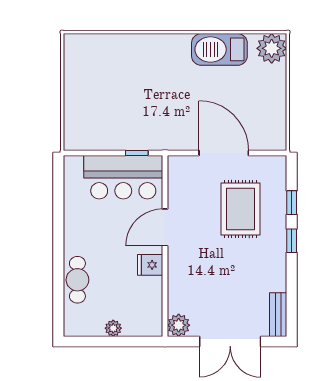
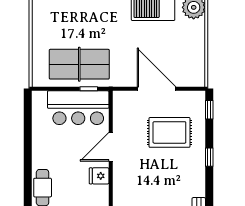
table tennis table: (125, 121) -> (79, 64), added
window: (292, 203) -> (209, 110), moved
rug: (240, 209) -> (169, 132), turned 90

